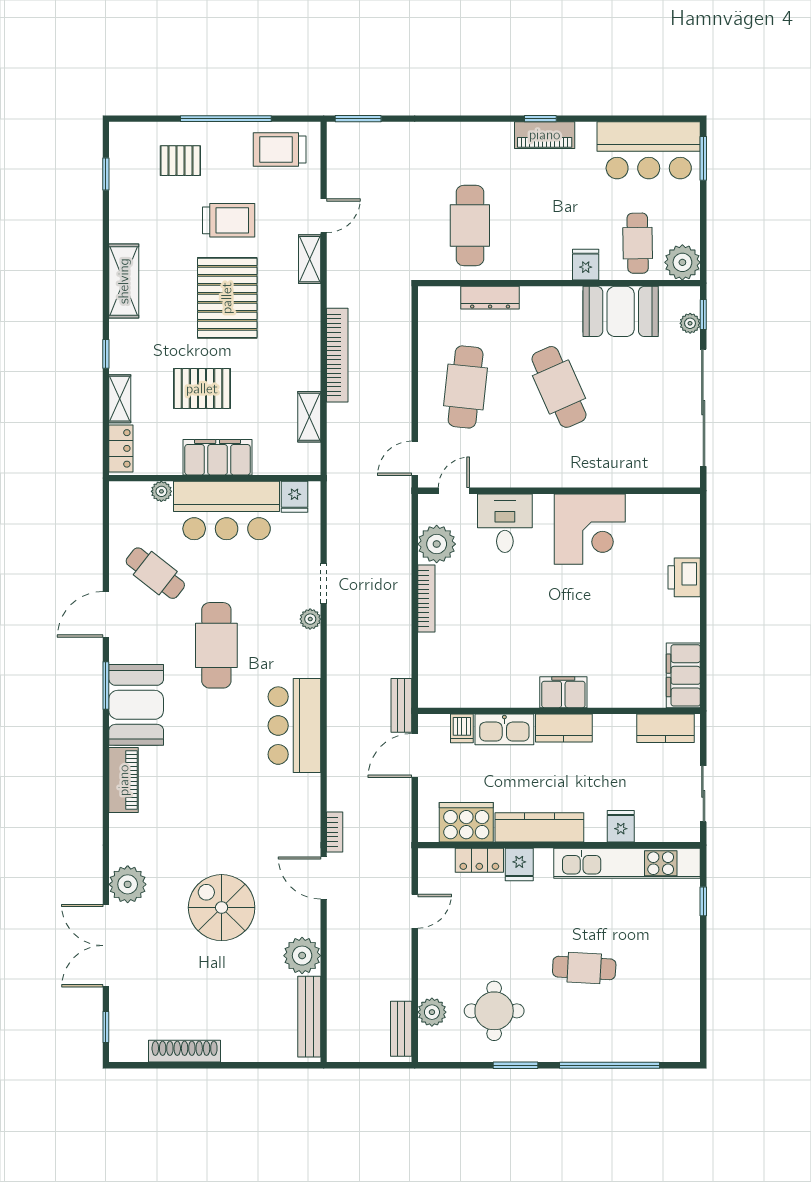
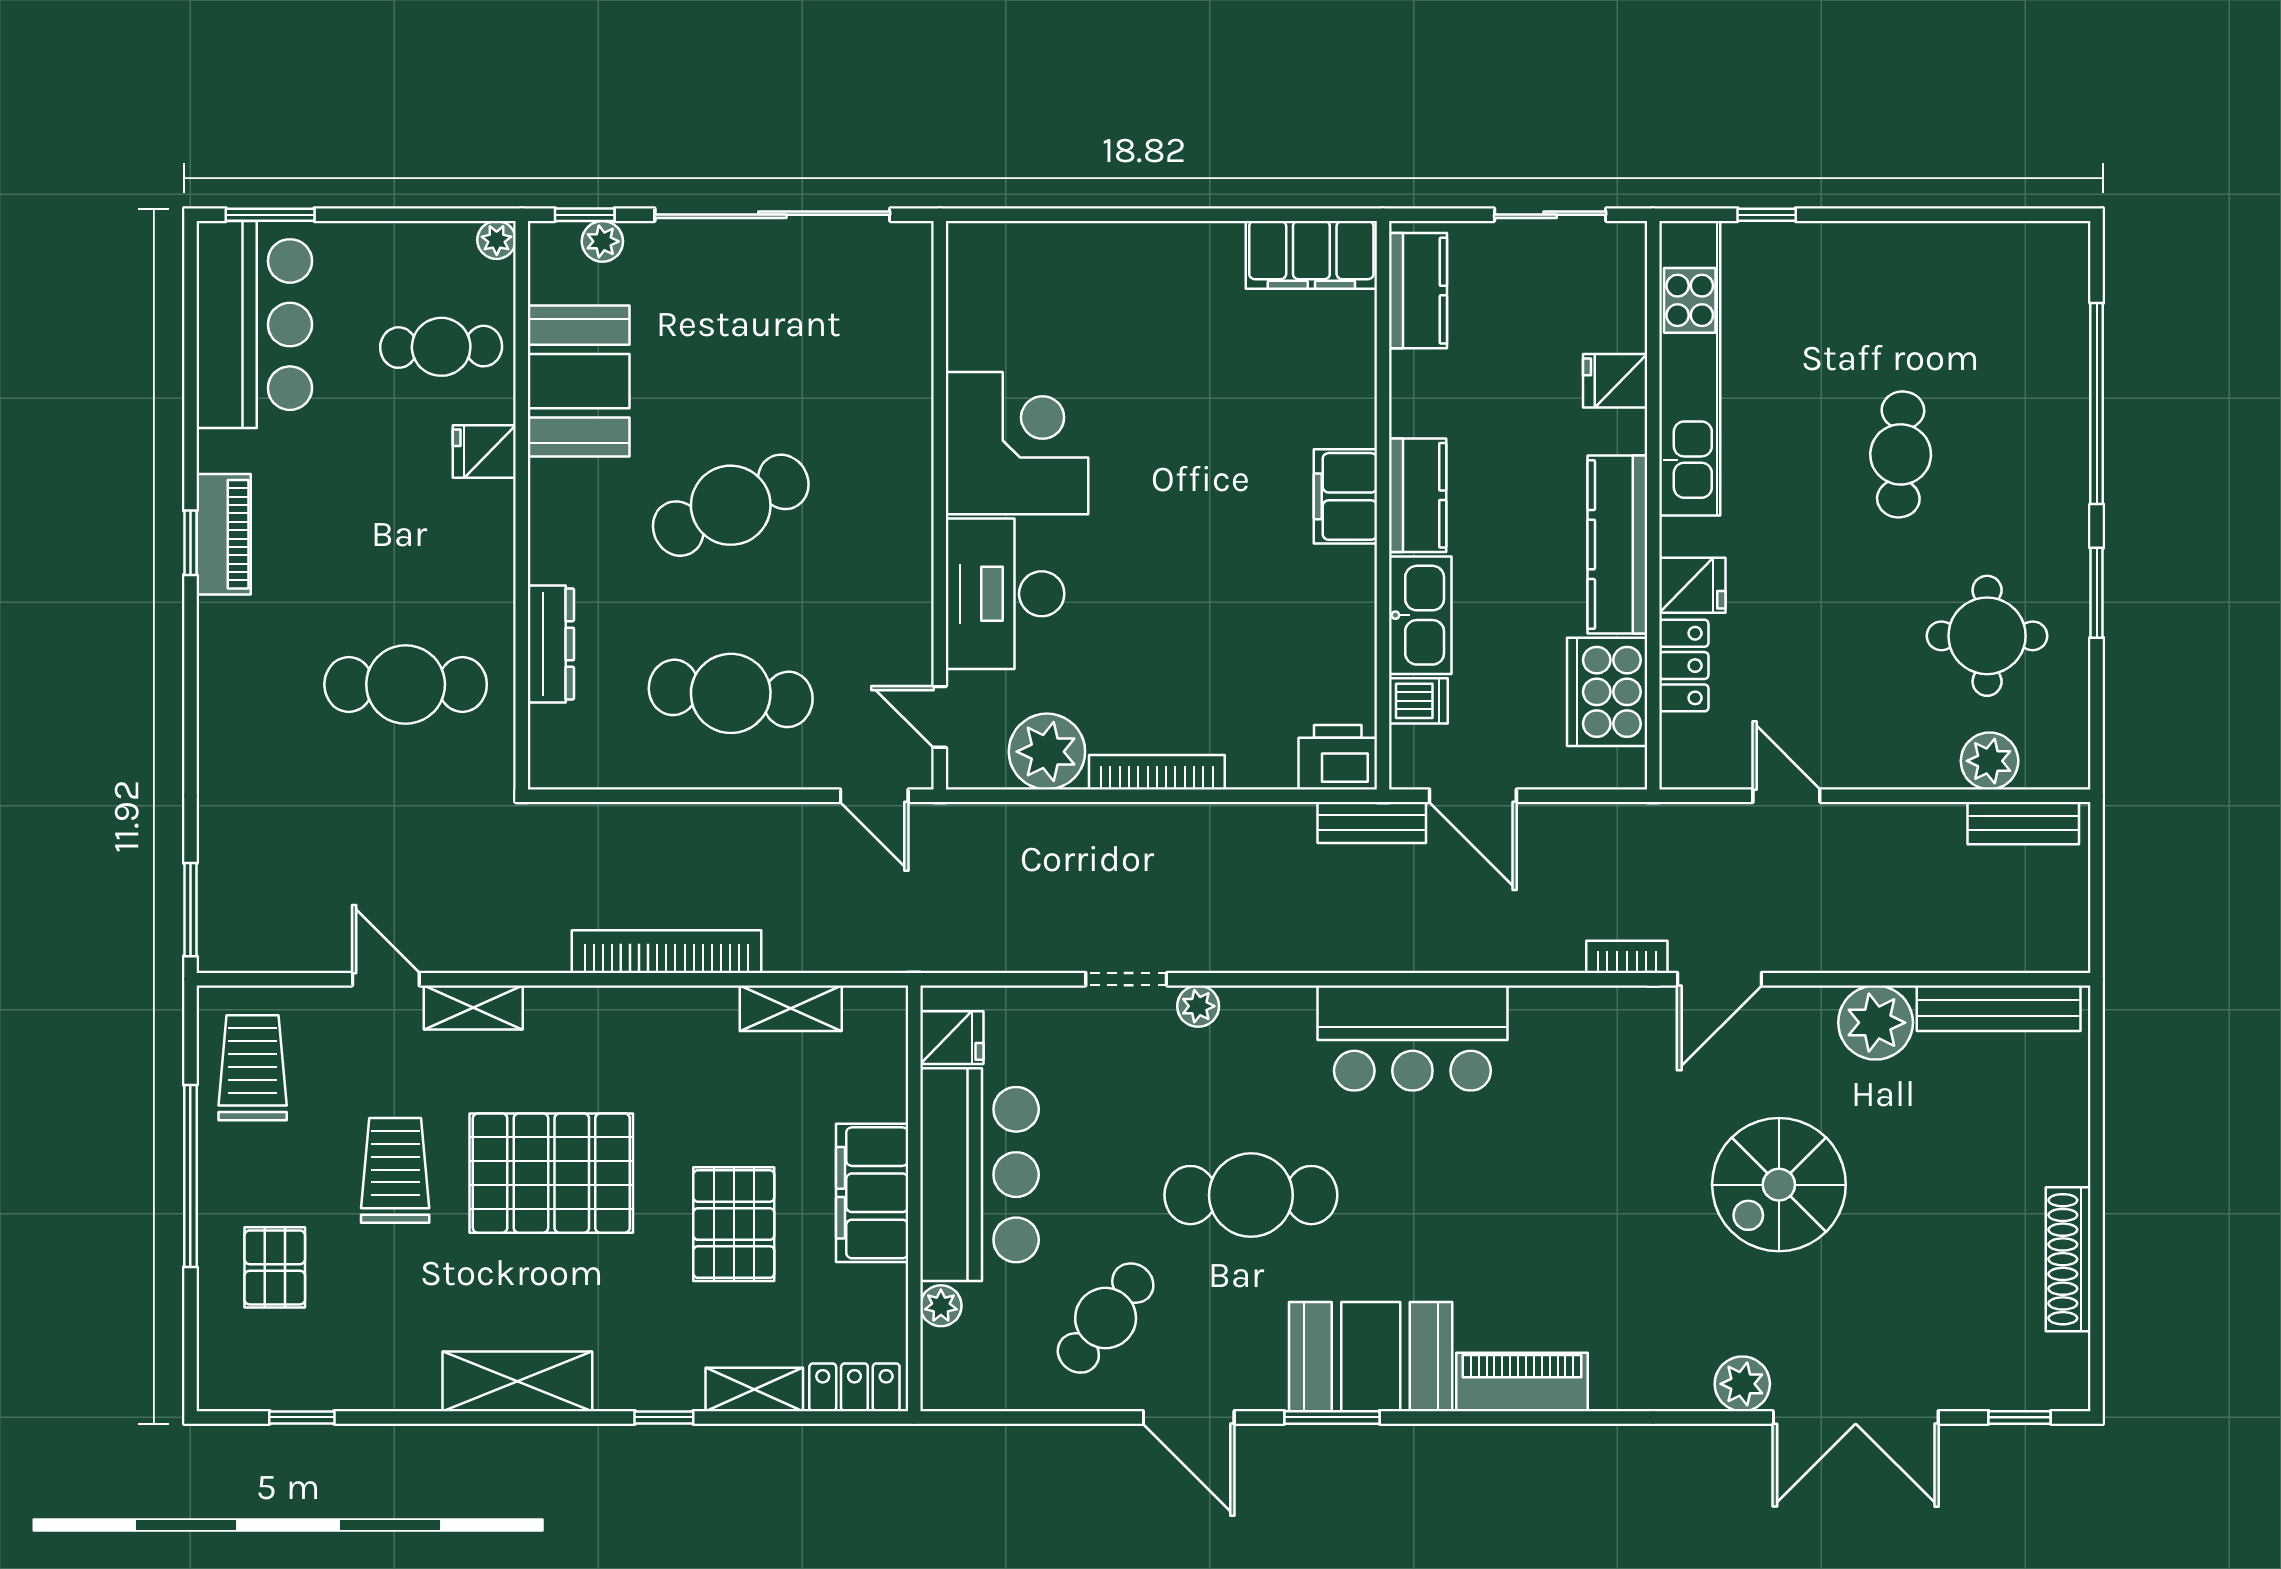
trolley: (280, 150) -> (253, 1068), turned 180
plant: (682, 262) -> (497, 240), width x0.53, depth x0.53
desk: (505, 523) -> (1005, 594), width x1.37
printer: (684, 577) -> (1338, 757), moved, turned 180
plant: (128, 884) -> (1742, 1384), width x0.73, depth x0.73

